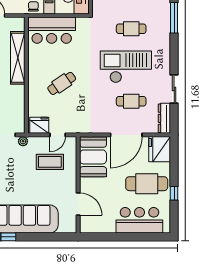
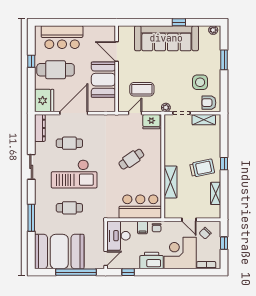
shelving: (18, 58) -> (171, 182), width x0.68
sliding door: (174, 89) -> (31, 167), moved
booth: (93, 157) -> (103, 80), moved

